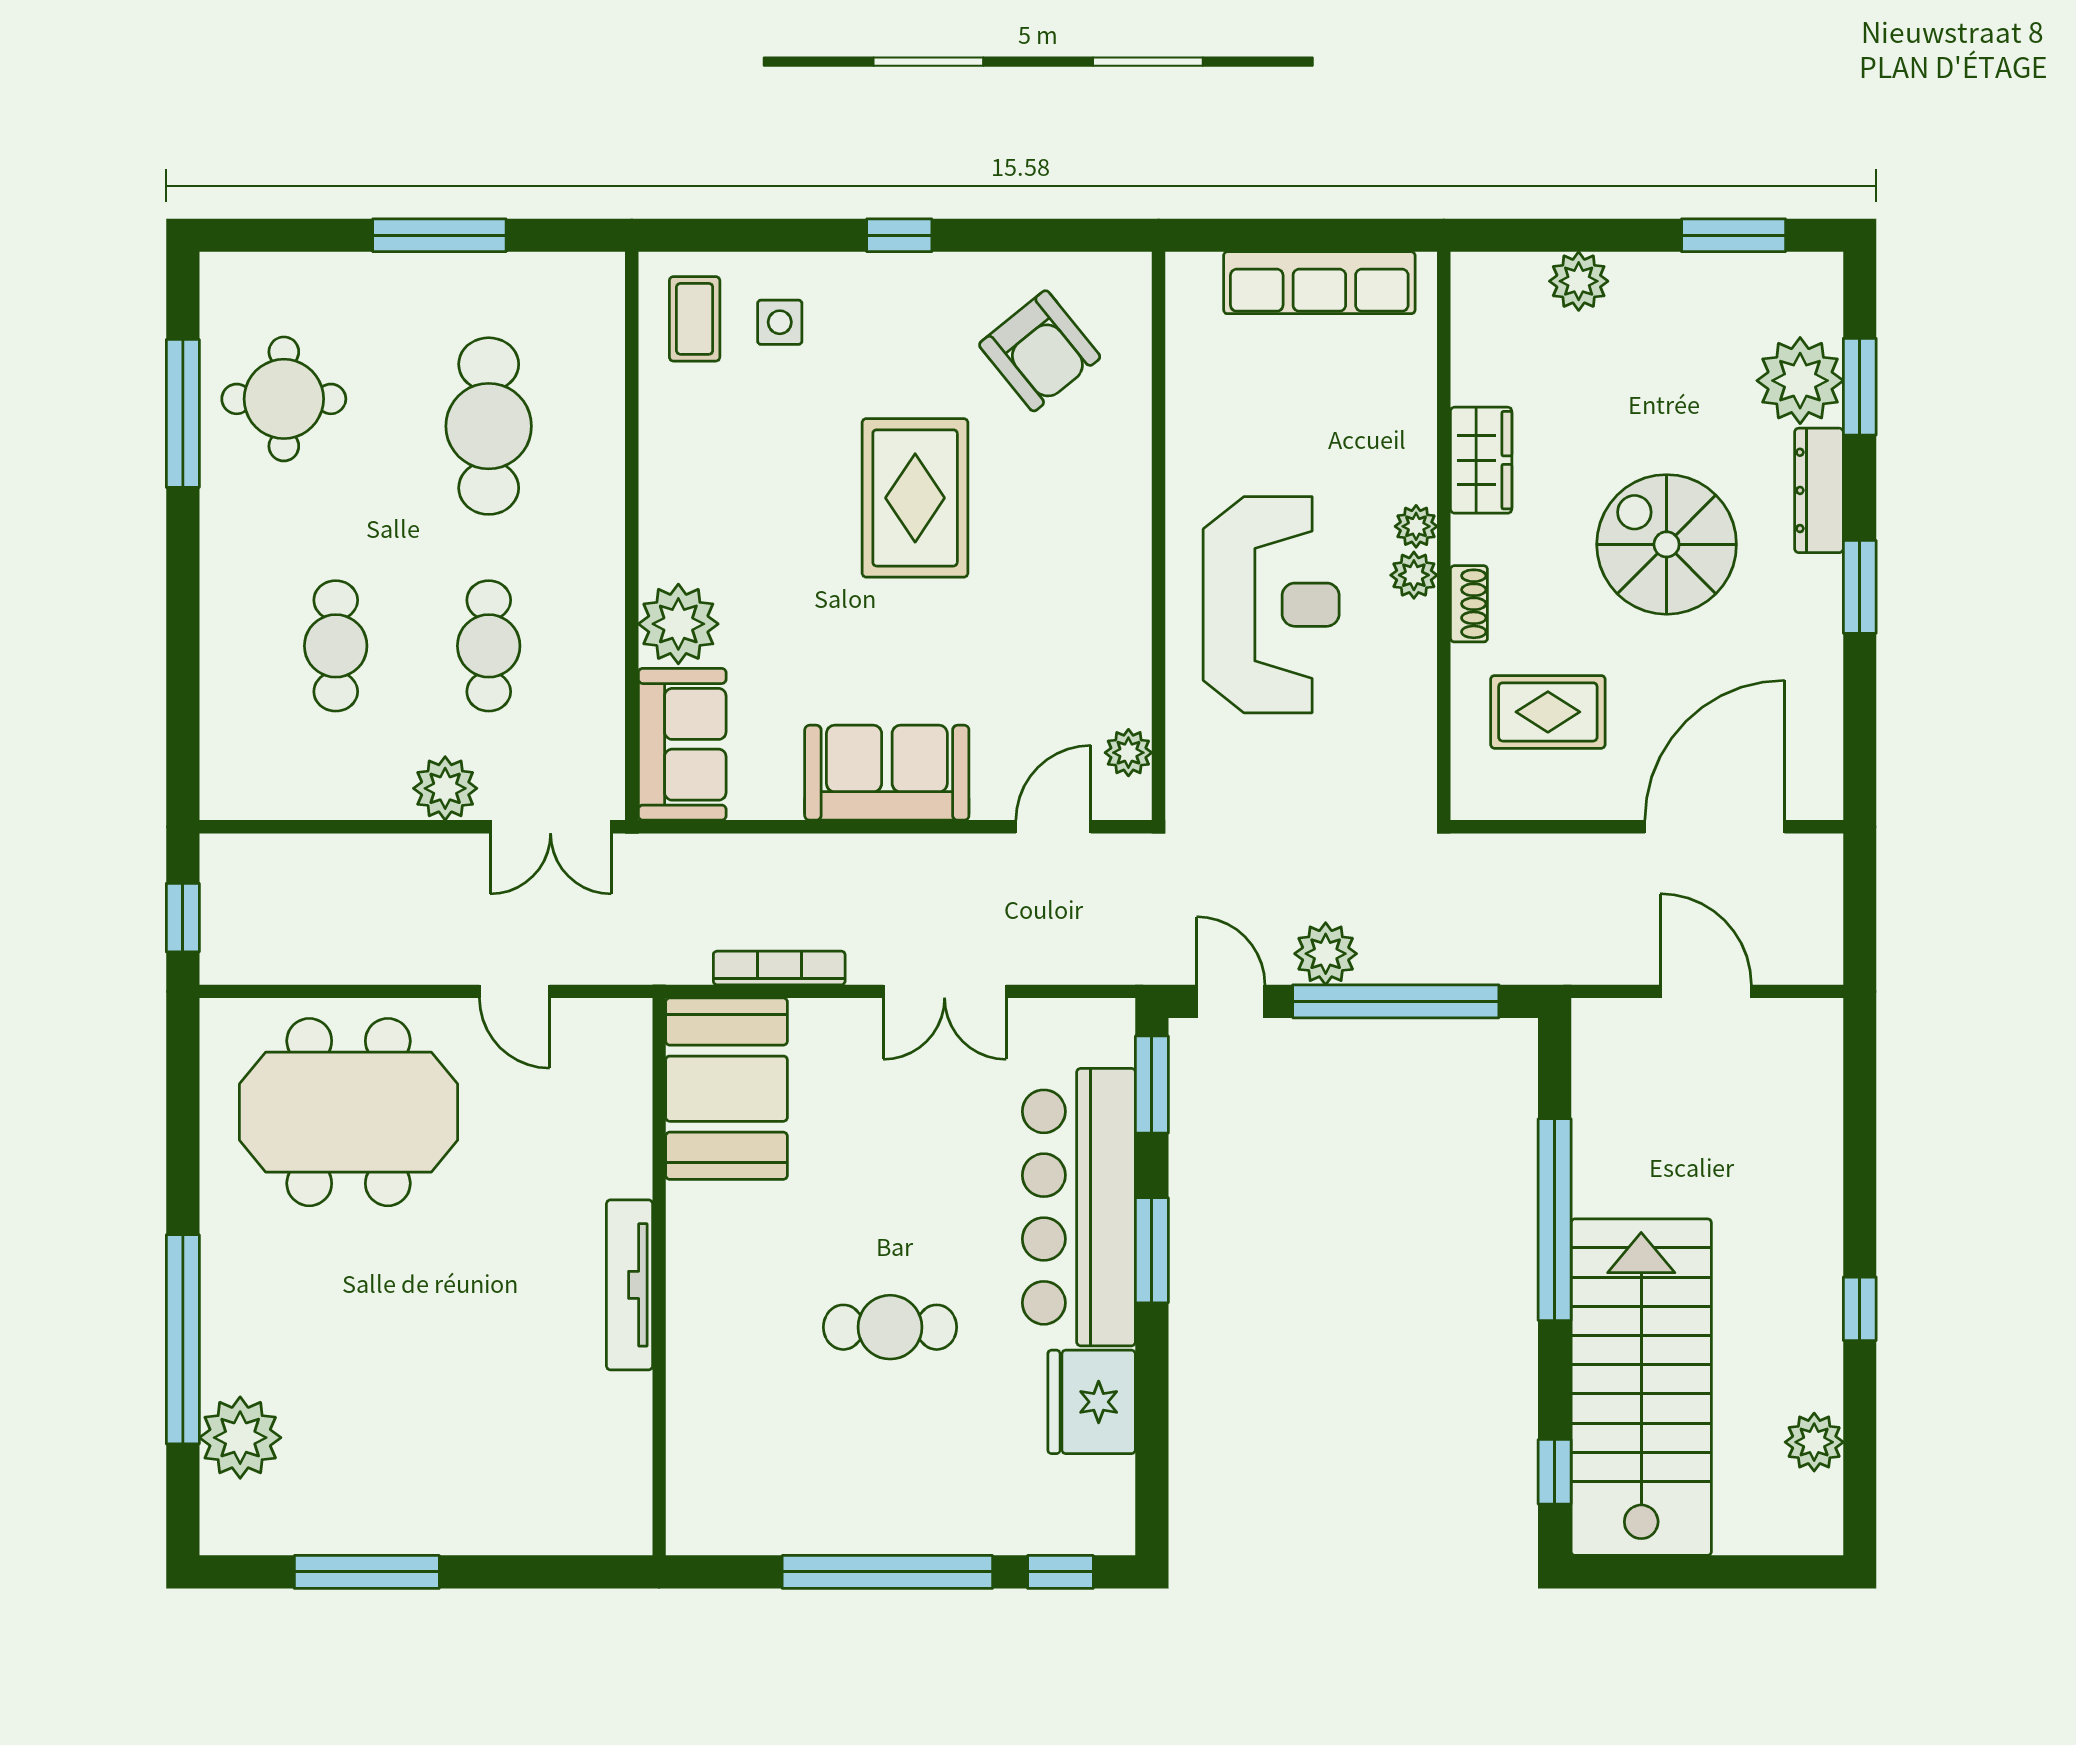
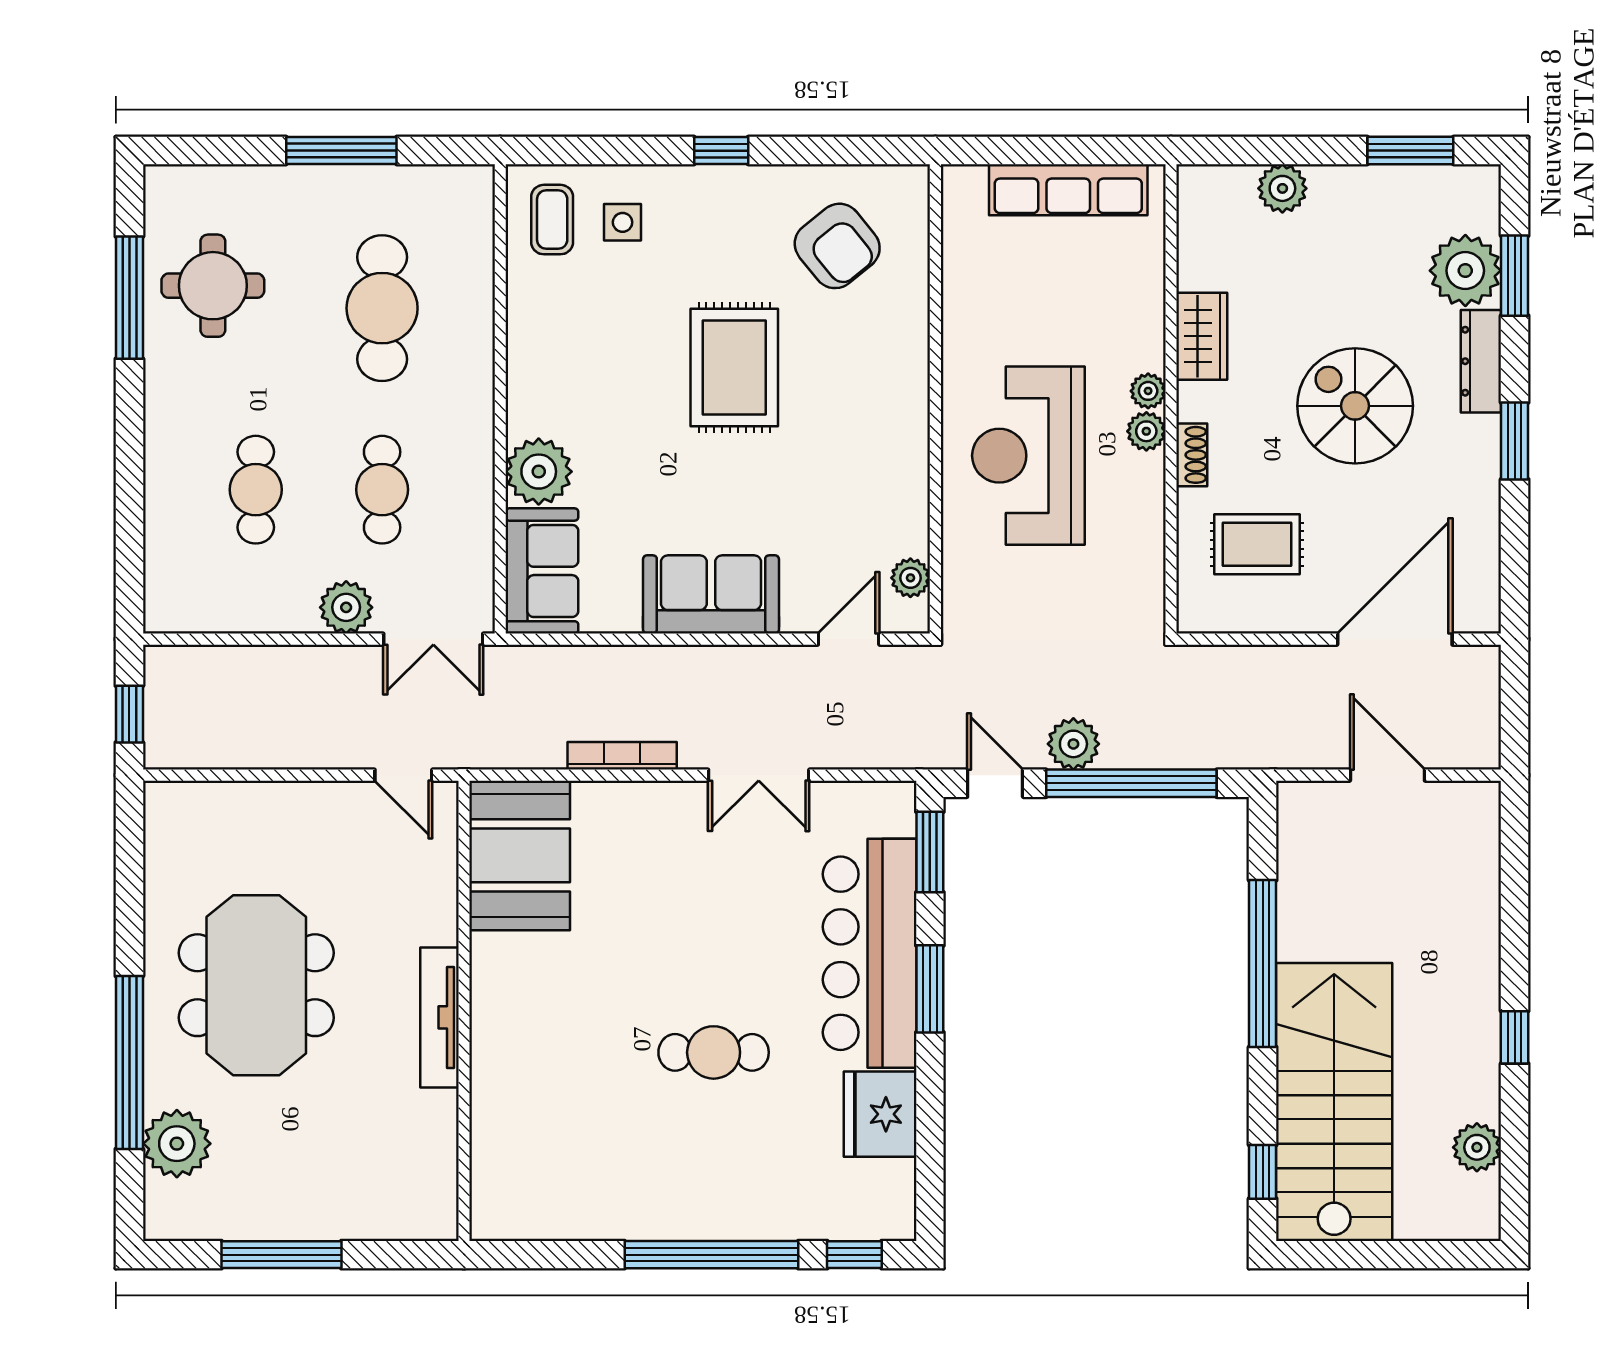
reception desk: (1271, 605) -> (1028, 456), turned 180
booth: (727, 1089) -> (520, 855), moved
meeting table: (349, 1112) -> (256, 985), moved, turned 90
wall: (659, 1277) -> (464, 1011), moved
tv unit: (630, 1285) -> (439, 1017), moved

